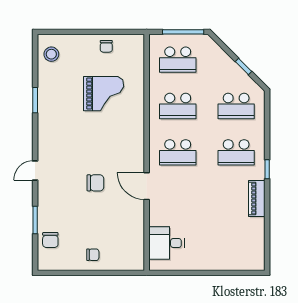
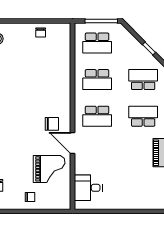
grand piano: (104, 94) -> (49, 169), moved
school desk: (236, 106) -> (143, 80), turned 180
school desk: (236, 152) -> (143, 116), turned 180
chair: (95, 183) -> (52, 124), moved

